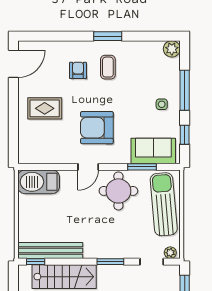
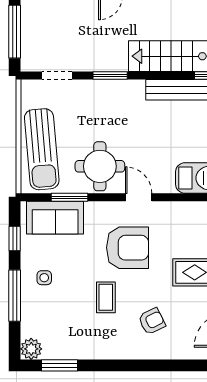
window: (108, 36) -> (60, 365), moved
coffee table: (108, 67) -> (106, 297), moved
armchair: (78, 70) -> (152, 321), turned -116
door: (88, 167) -> (139, 197), hinge flipped
plant: (170, 253) -> (33, 87), removed

